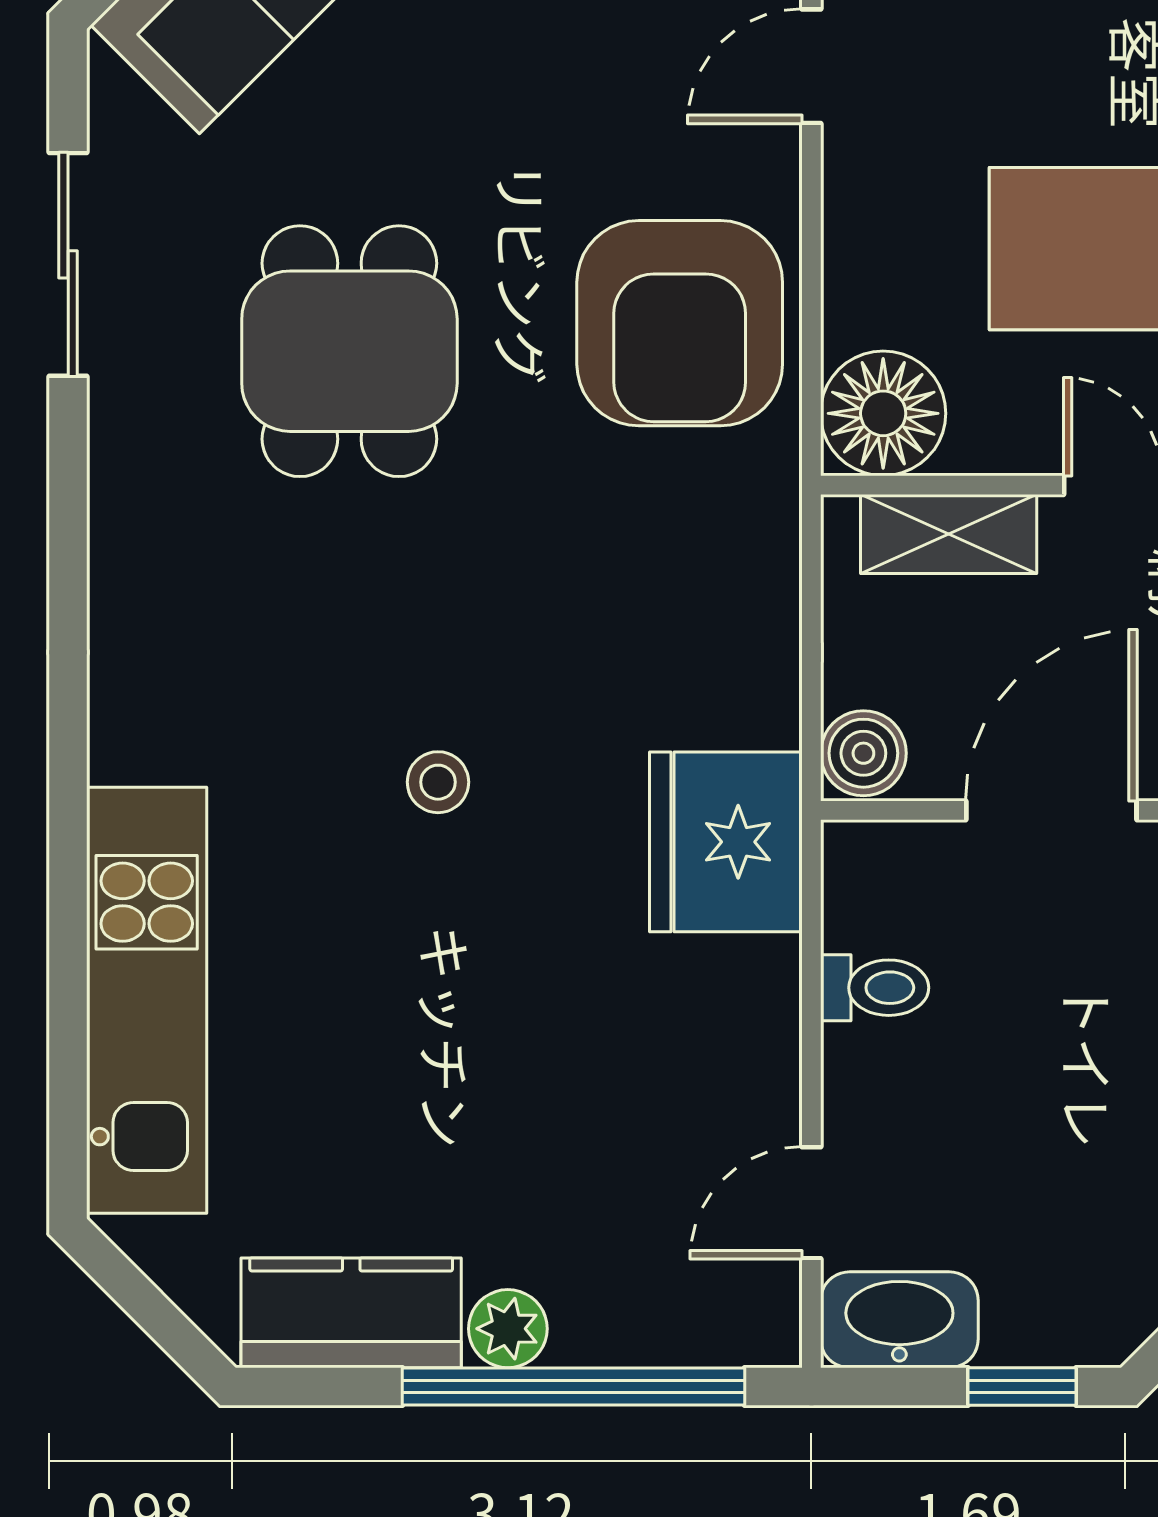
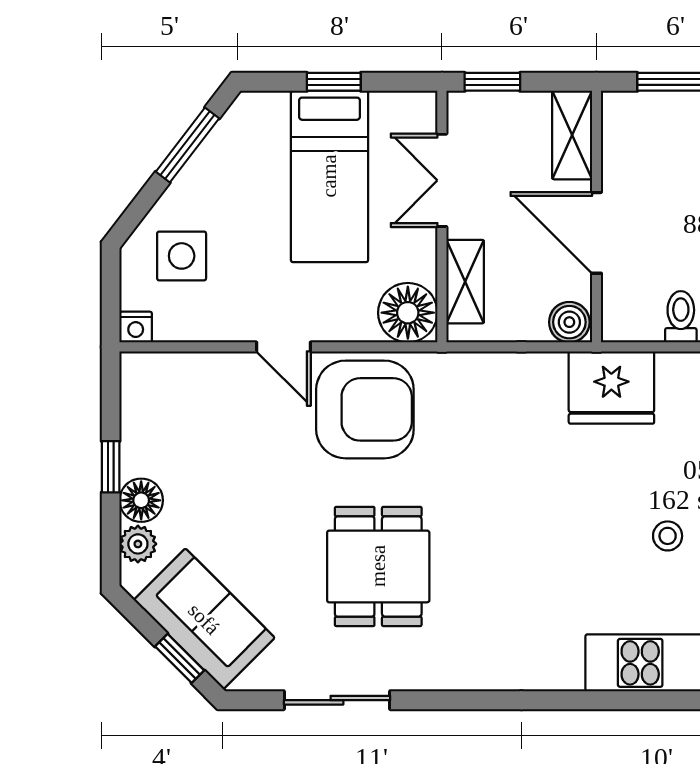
door: (811, 66) -> (283, 347), moved
dining table: (349, 351) -> (378, 566), turned 90
stool: (438, 782) -> (668, 536), moved

